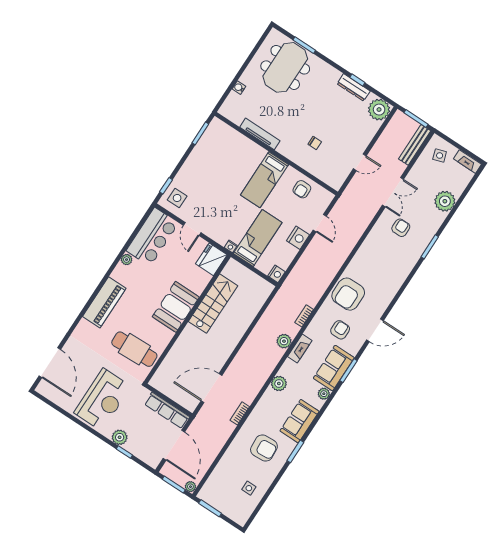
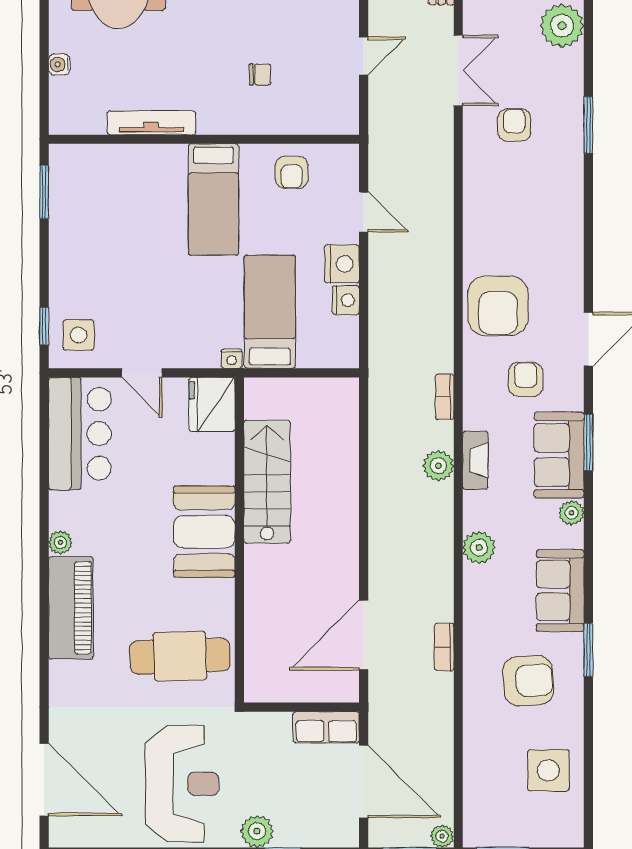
plant: (127, 260) -> (60, 542), moved
nightstand: (277, 274) -> (346, 300), moved
row of seats: (167, 410) -> (326, 727), width x0.68
side table: (249, 488) -> (548, 770), width x1.87, depth x1.87

